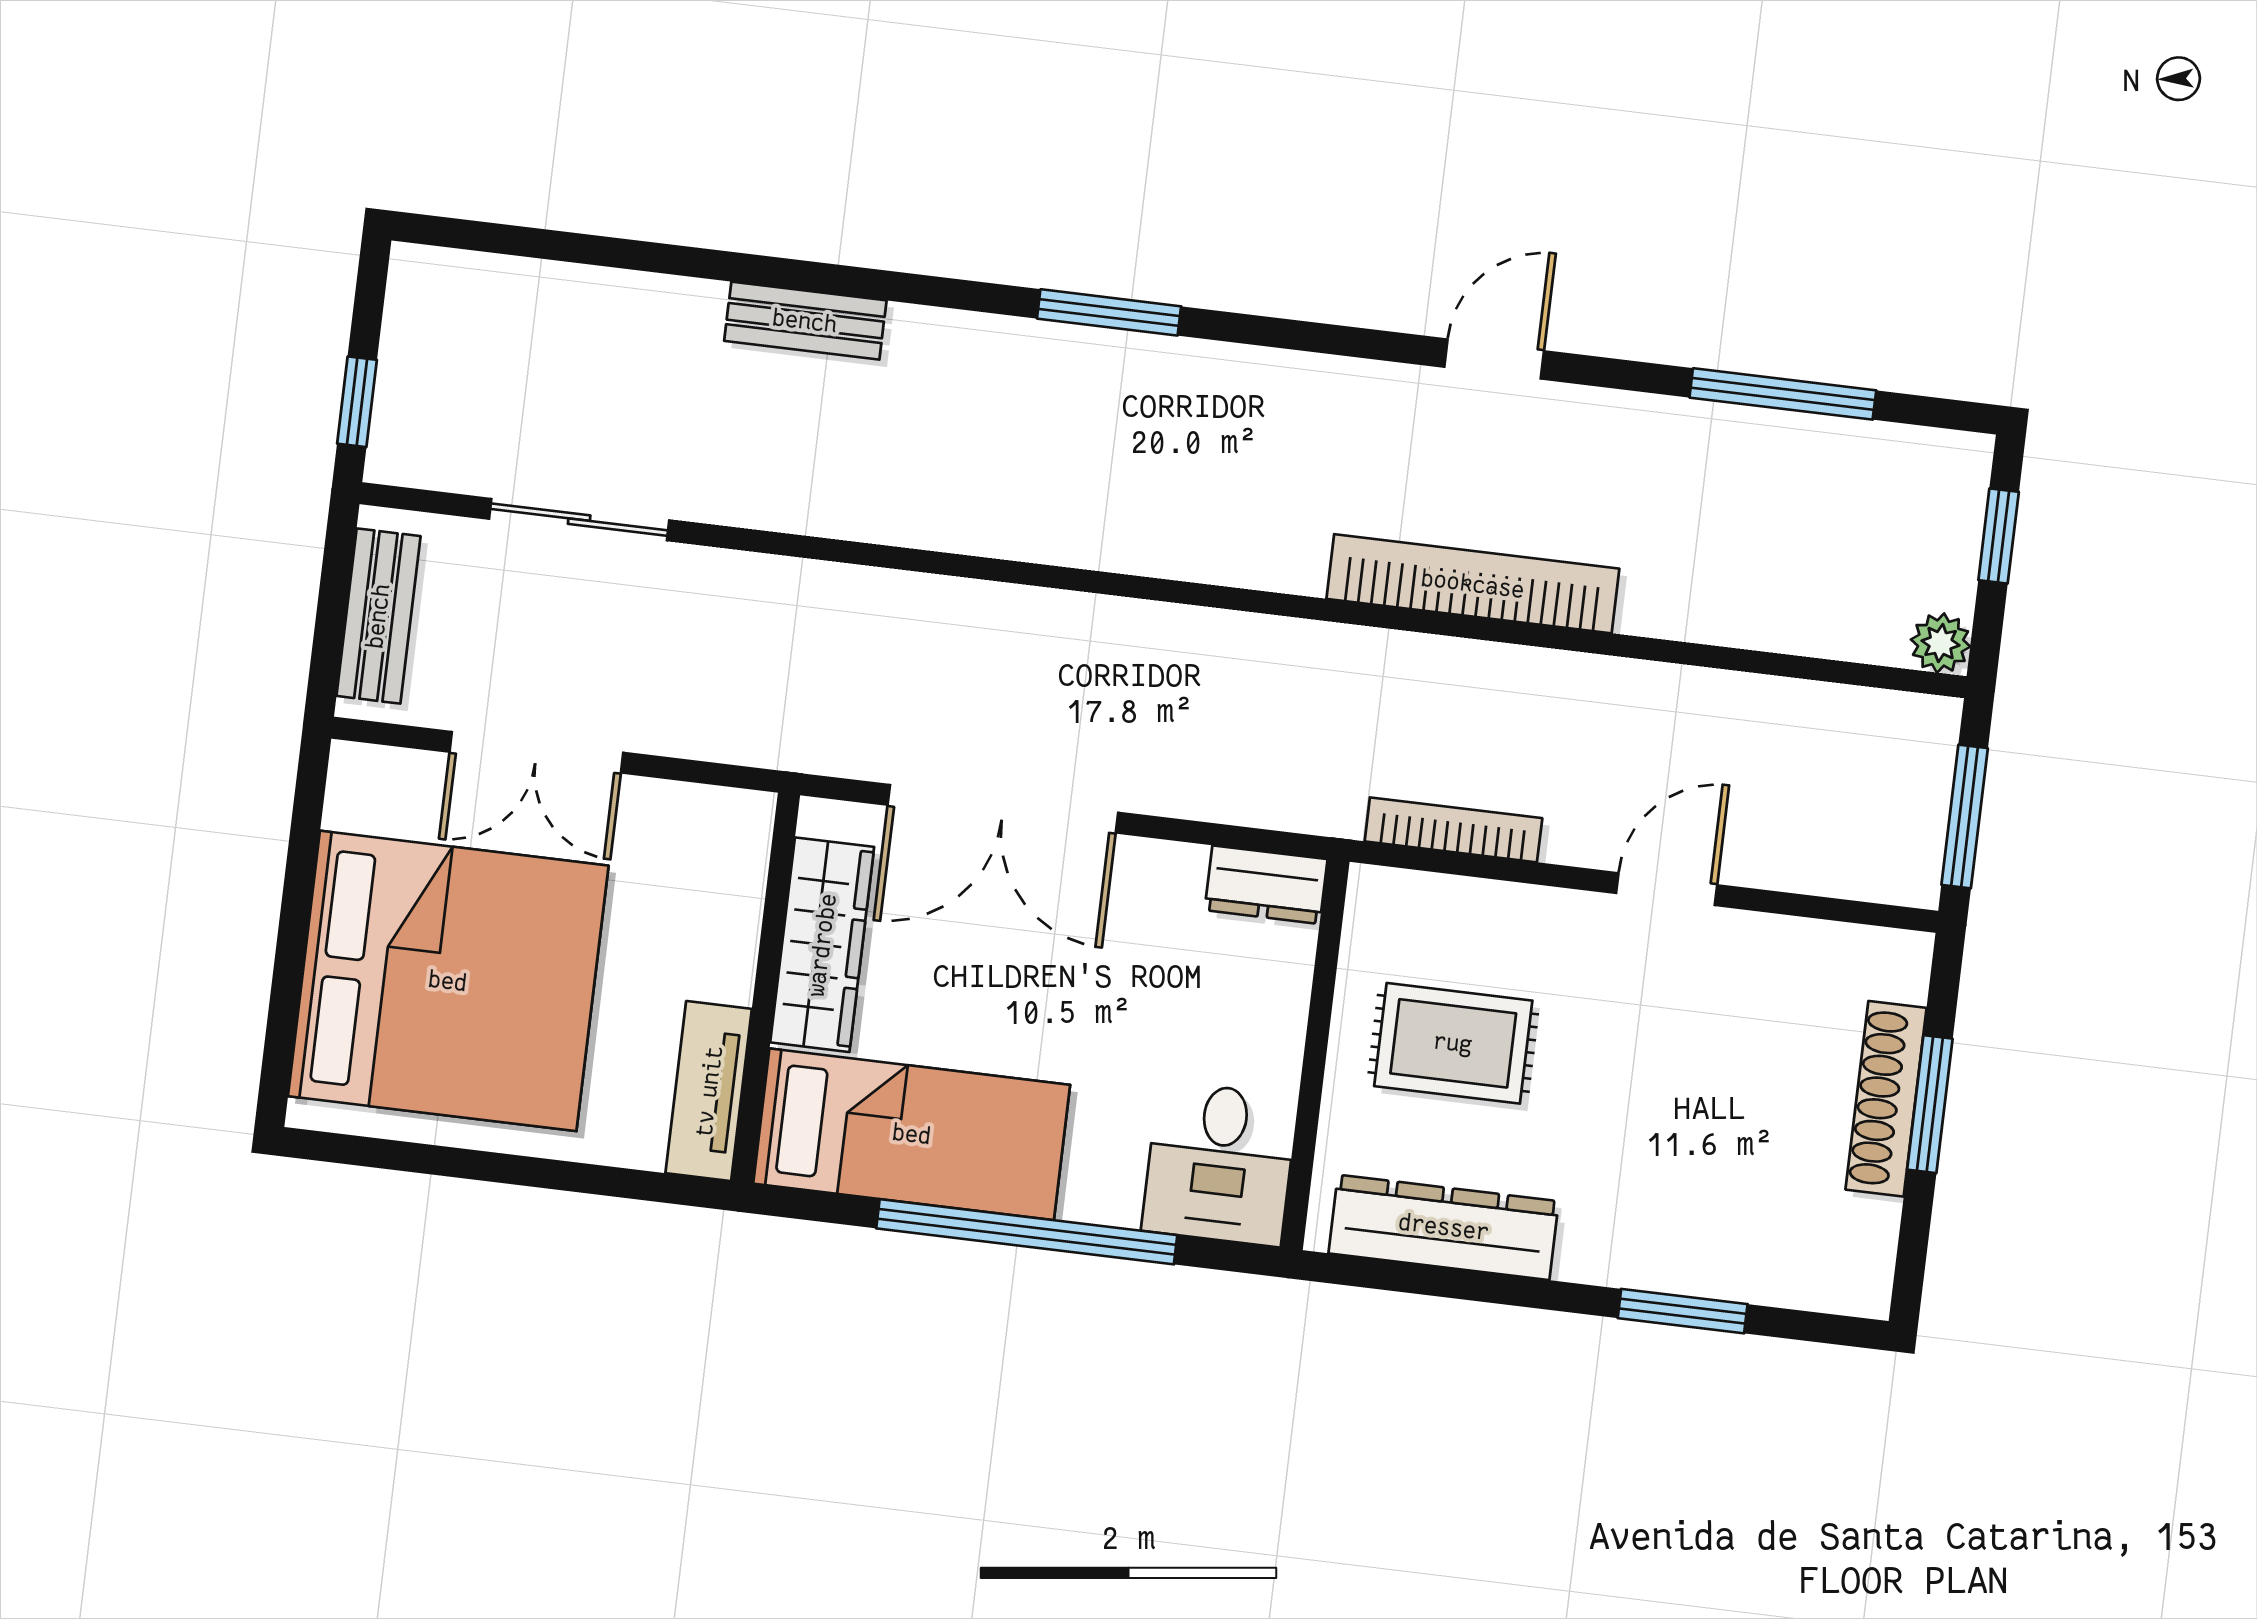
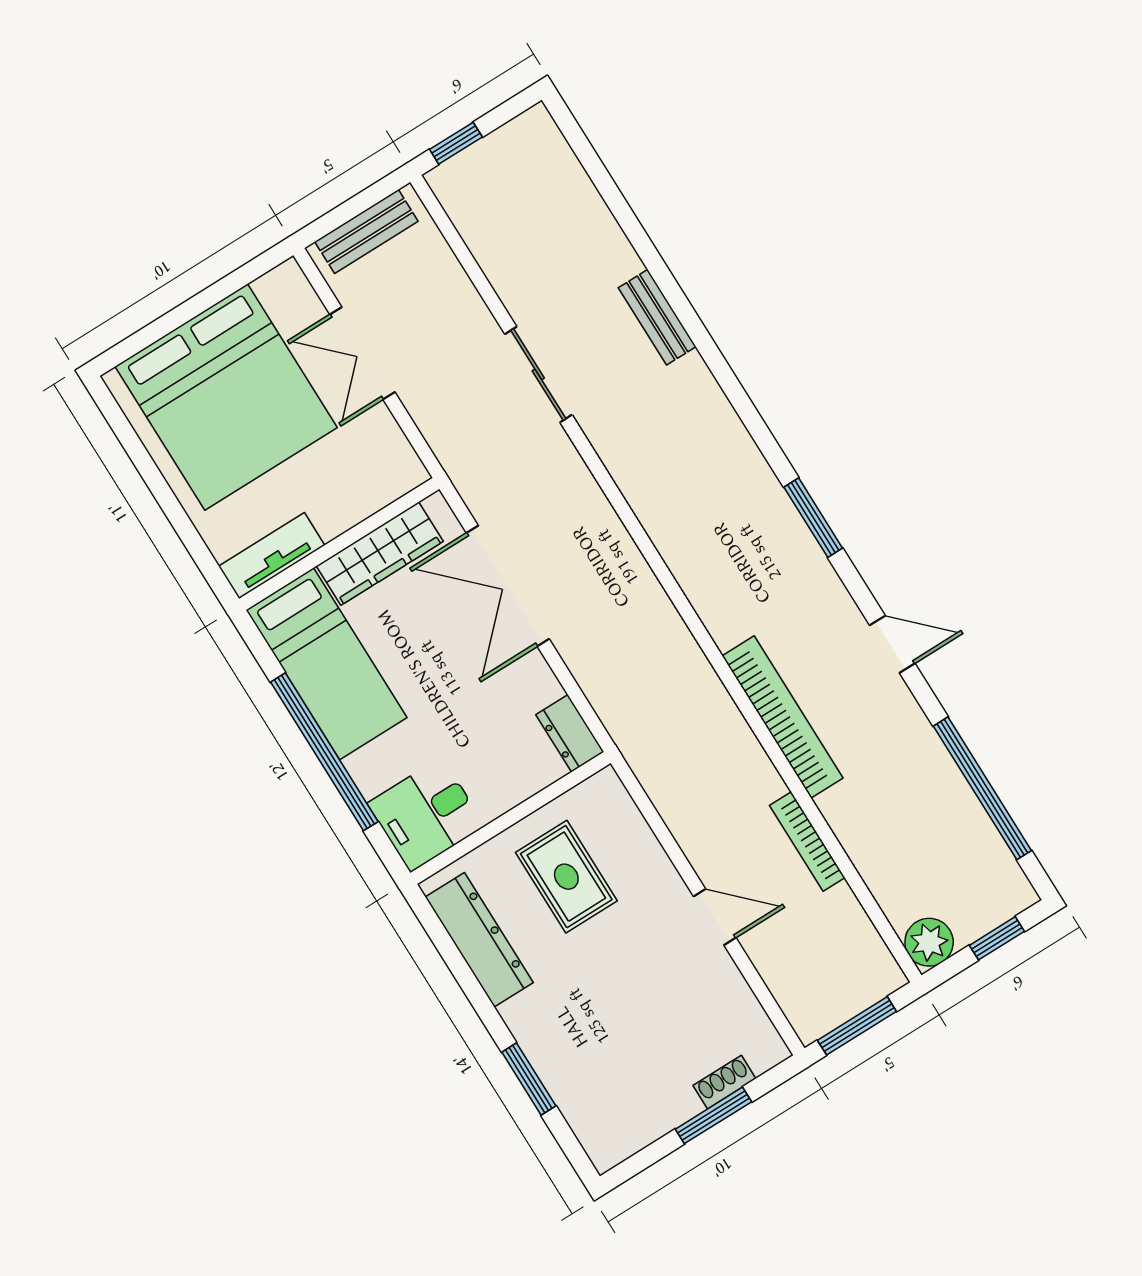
window: (1109, 312) -> (813, 518), moved
window: (1783, 394) -> (982, 788), width x1.46
sliding door: (579, 520) -> (538, 375), moved
plant: (1941, 643) -> (929, 942), width x1.38, depth x1.38
bookcase: (1453, 830) -> (807, 842), moved, turned 180
shoe rack: (1886, 1099) -> (724, 1082), width x0.51, depth x0.81

